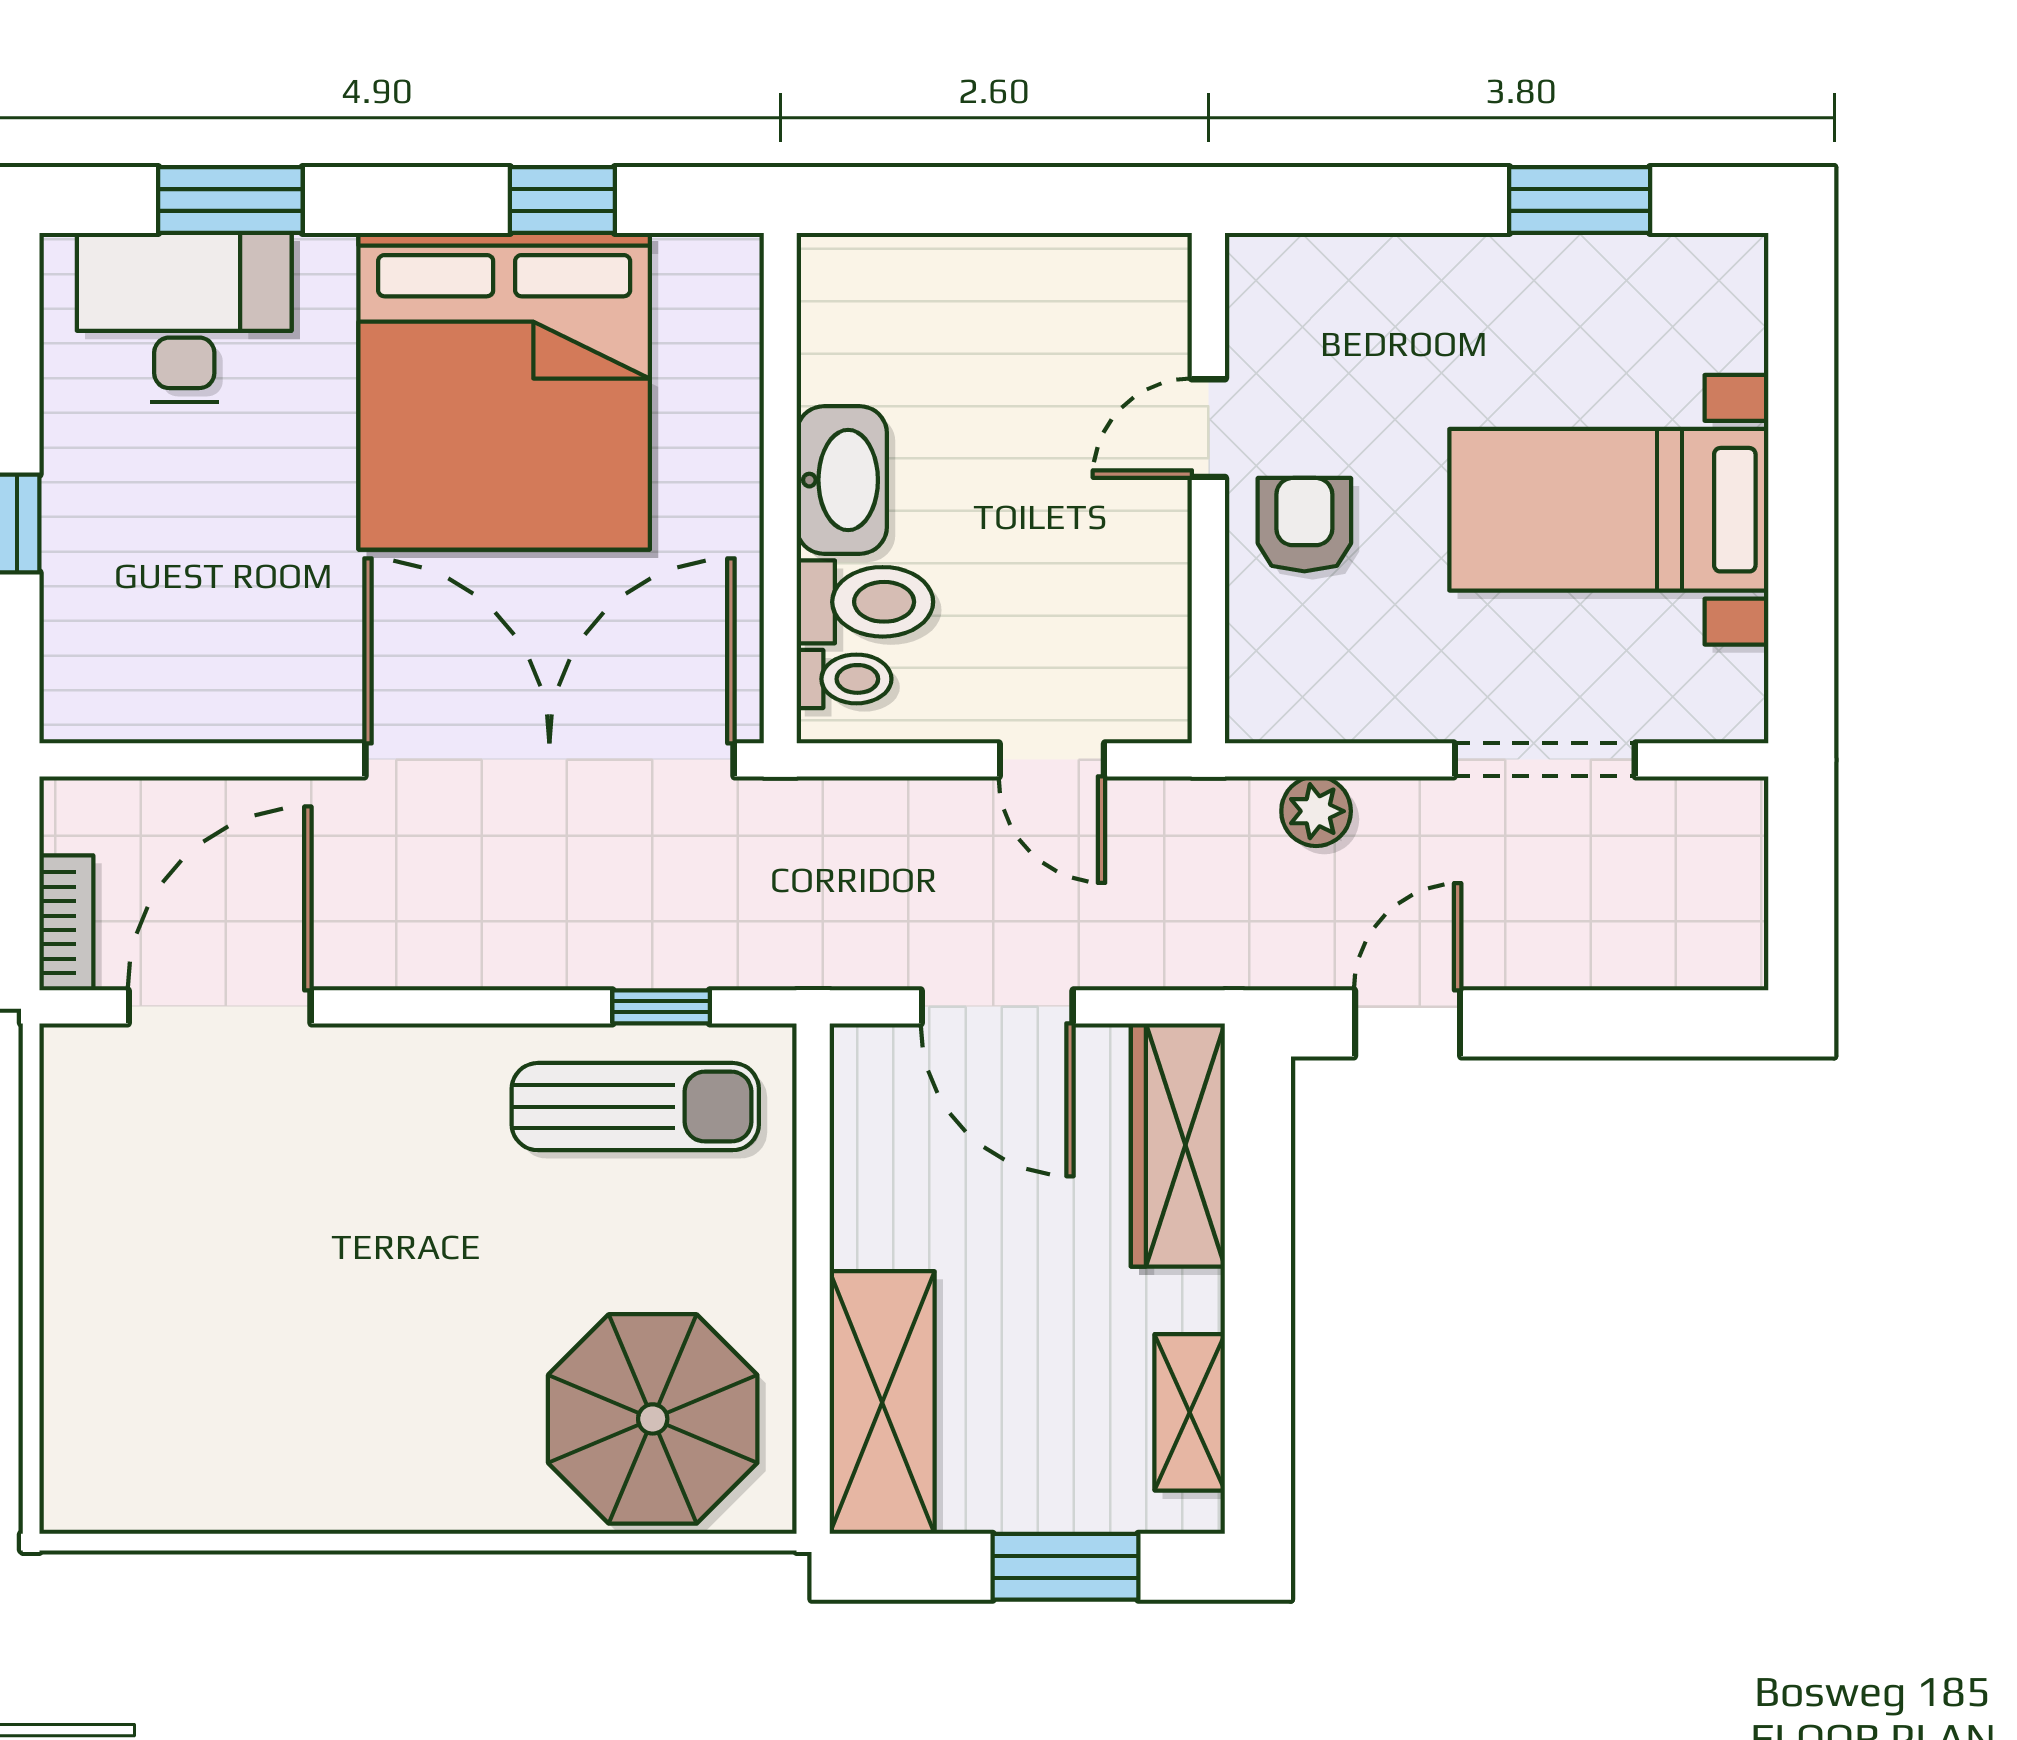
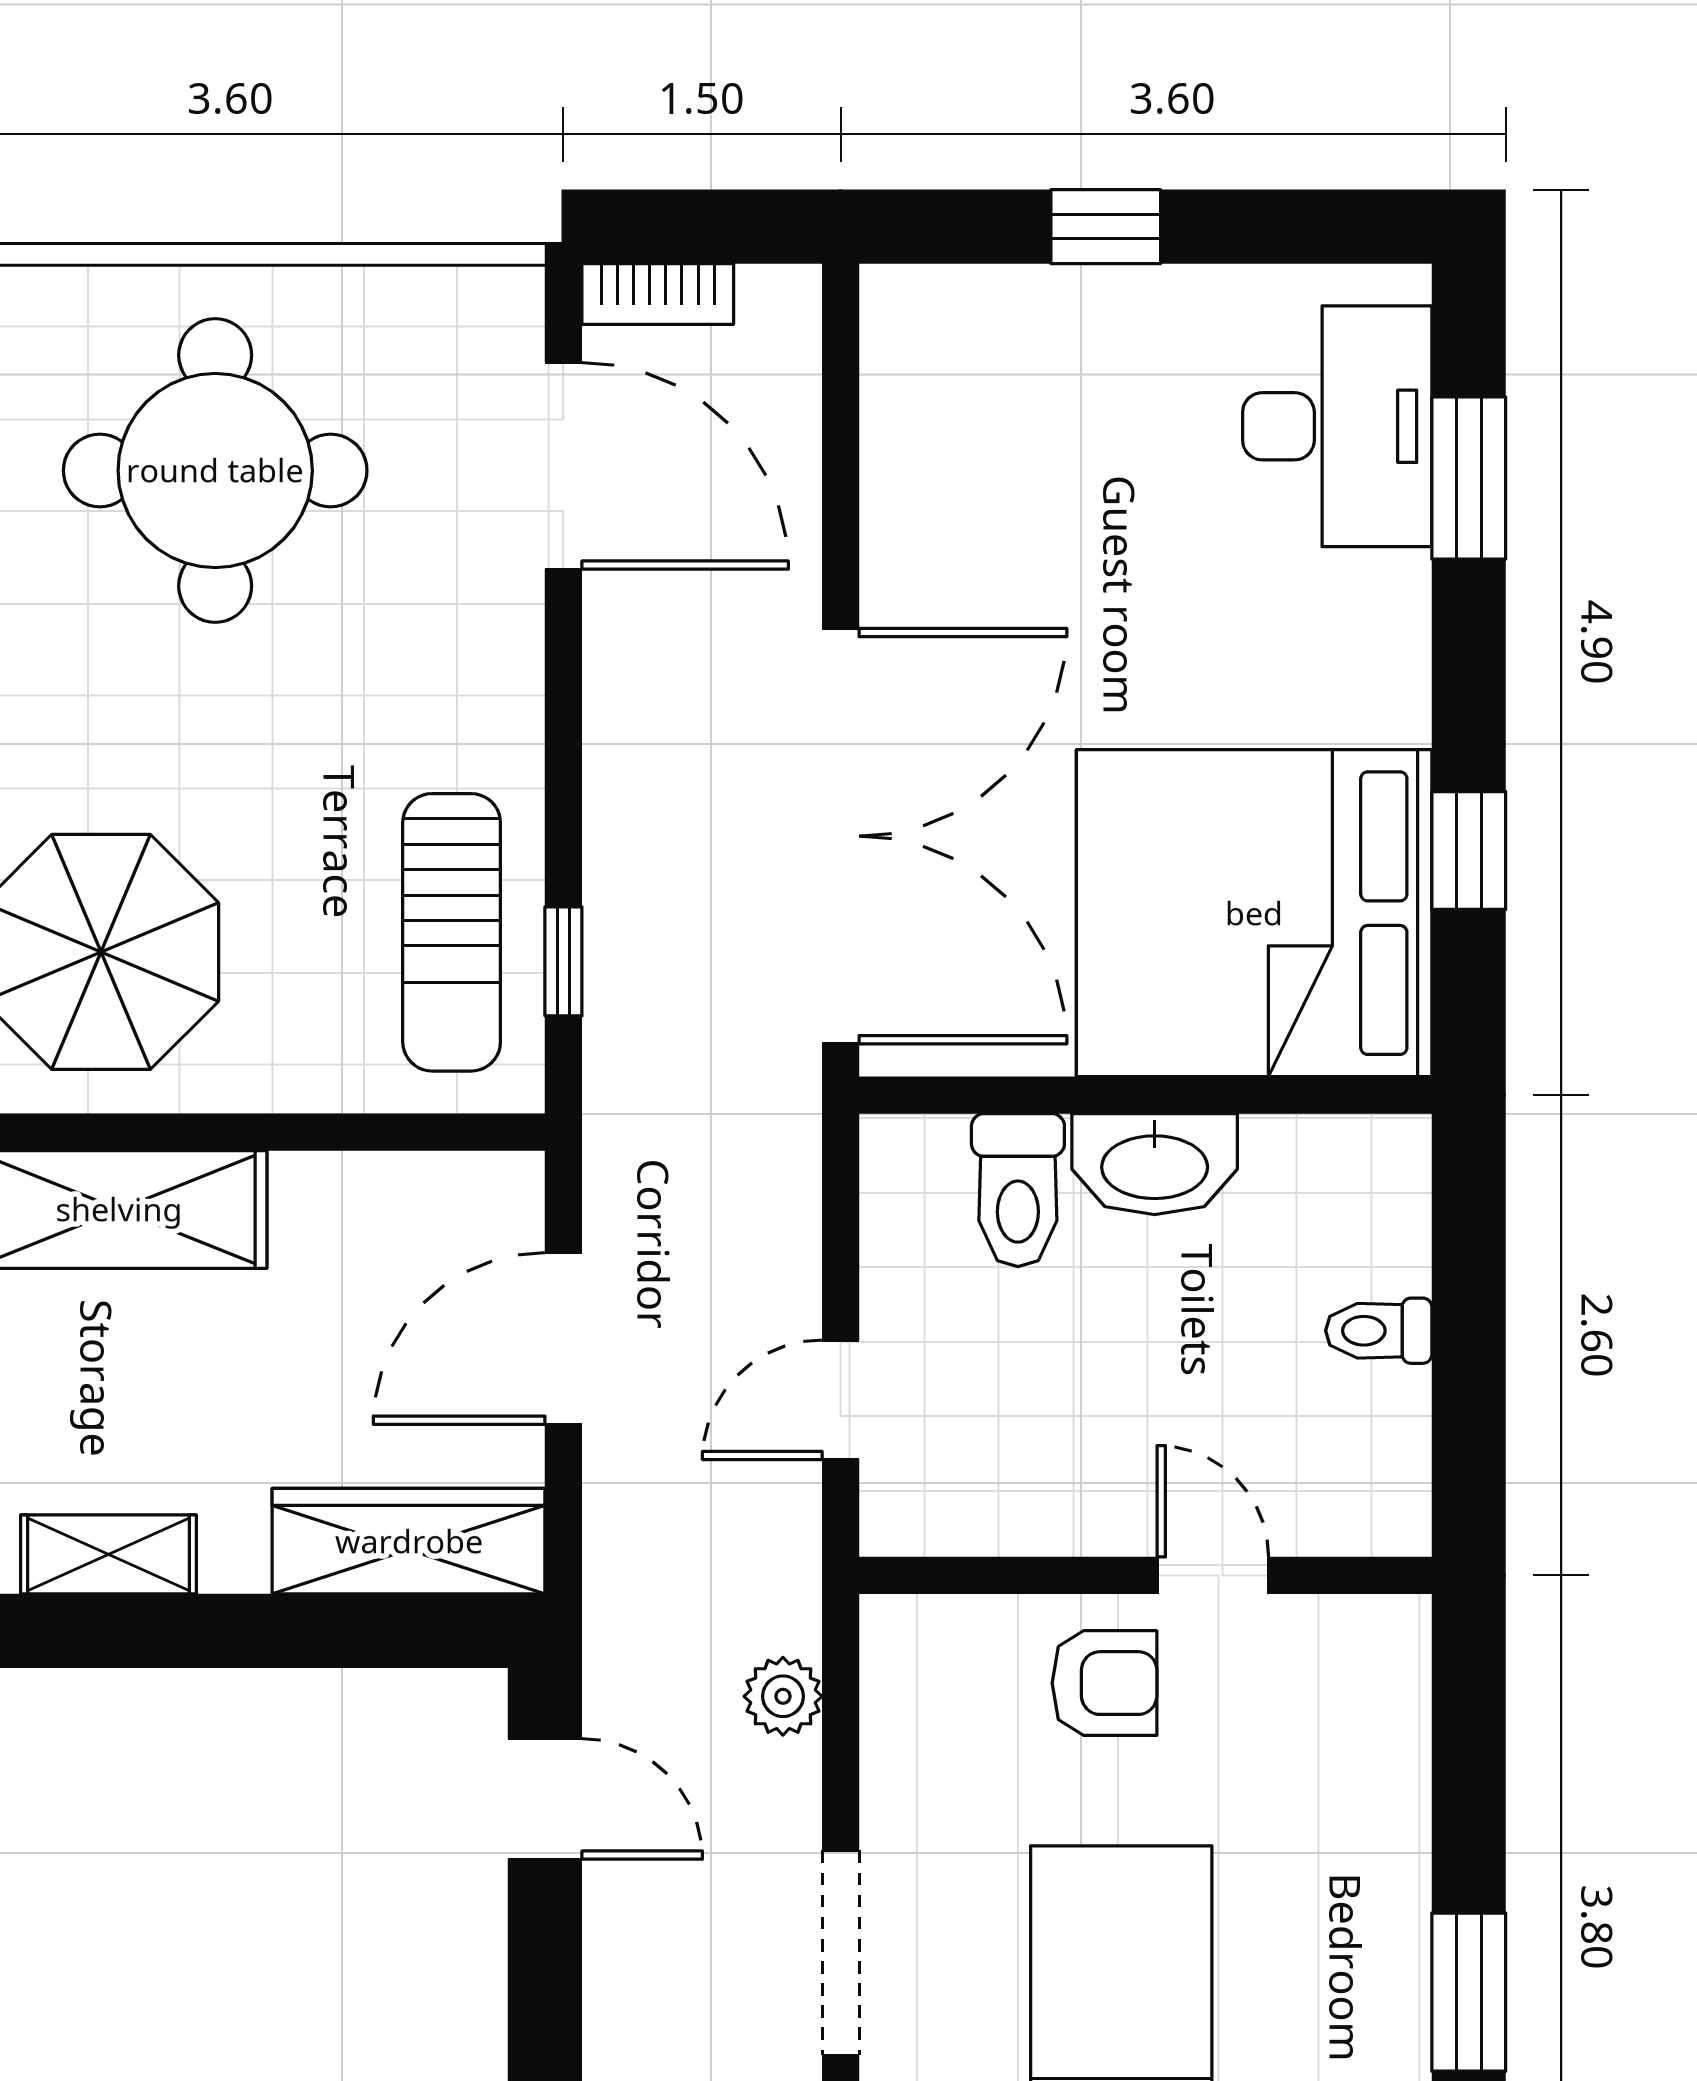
bed: (504, 391) -> (1254, 913), moved
toilet: (844, 679) -> (1379, 1331), moved, turned 90
round table: (224, 1317) -> (215, 470), added

